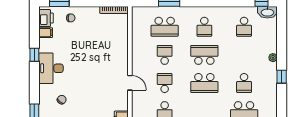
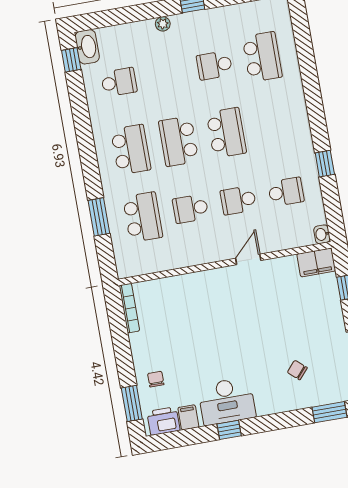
school desk: (204, 27) -> (131, 150), width x1.85
desk: (51, 68) -> (227, 401), moved
school desk: (244, 83) -> (214, 65), turned 180

